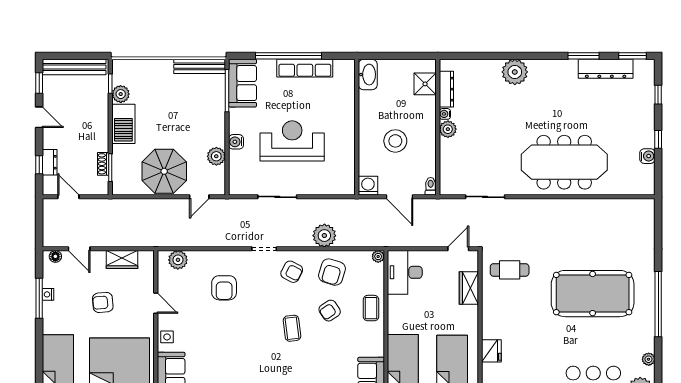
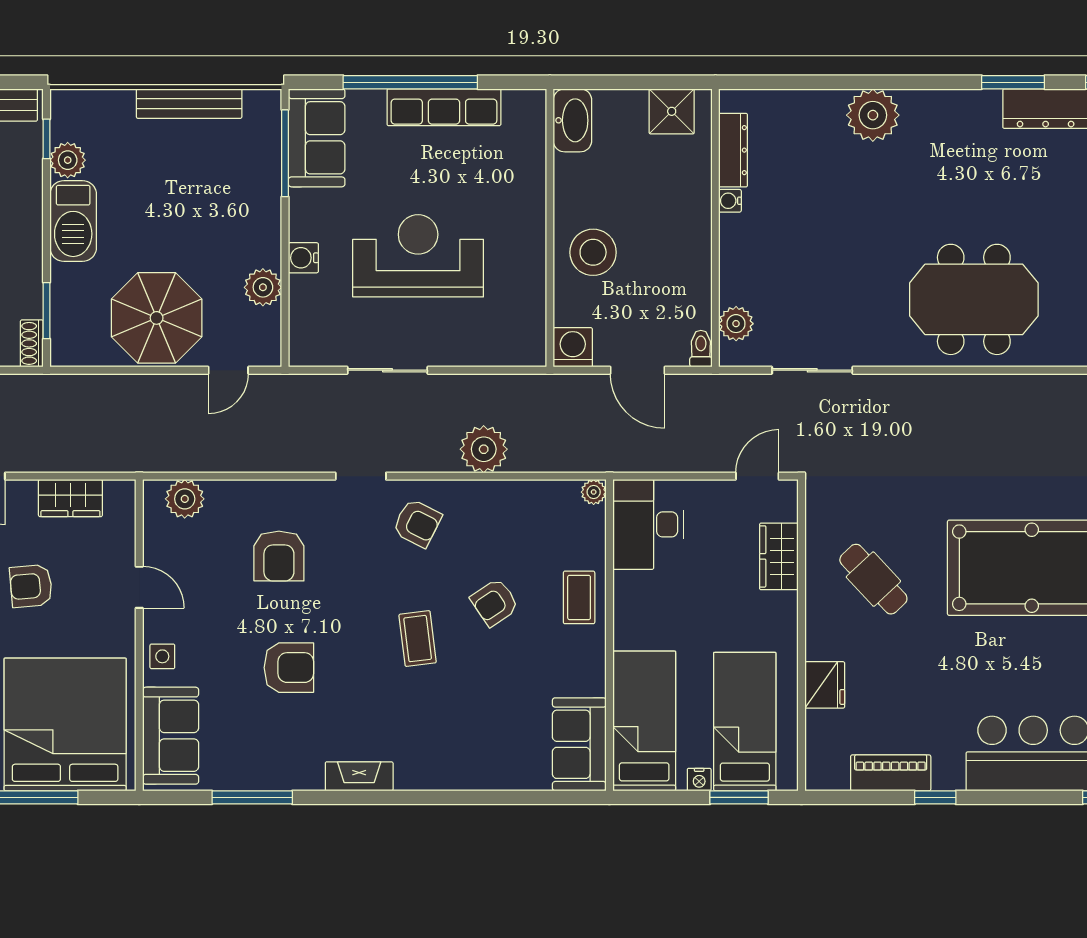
bench: (200, 66) -> (189, 104), moved
shower: (425, 84) -> (672, 111), moved
plant: (448, 129) -> (736, 324), moved
stool: (395, 141) -> (593, 252), moved
meeting table: (564, 162) -> (974, 299), width x0.73
shoe rack: (103, 164) -> (32, 343), moved
cafe table: (510, 270) -> (873, 579), moved, turned 47
armchair: (332, 272) -> (289, 668), moved, turned -107

